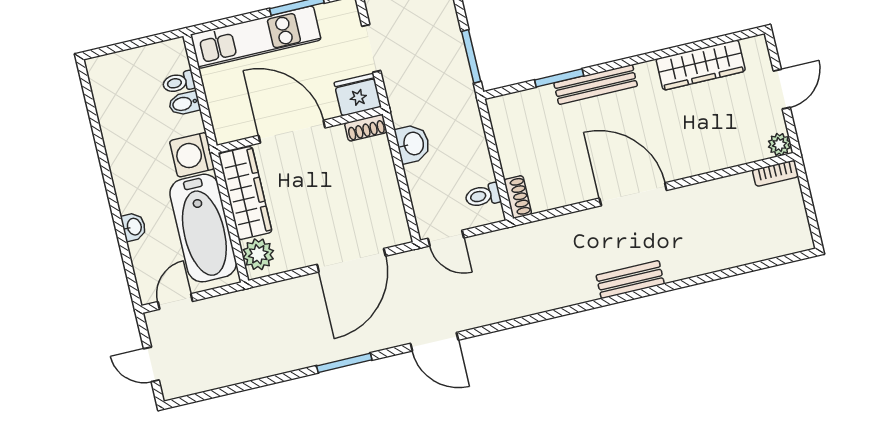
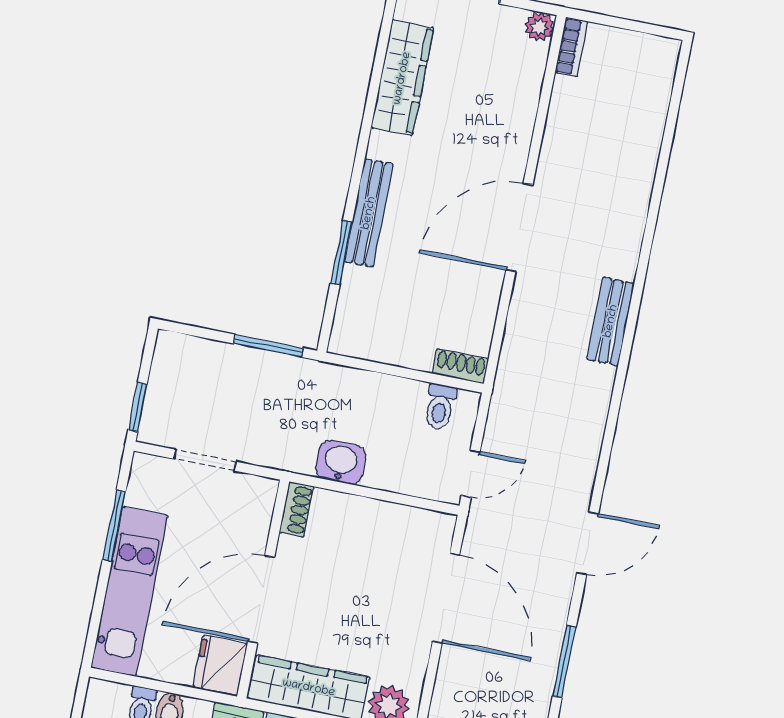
fridge: (358, 95) -> (220, 665), moved
bench: (630, 280) -> (611, 321), moved

